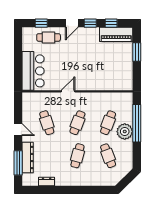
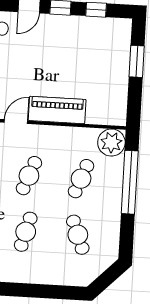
piano: (116, 34) -> (57, 110), moved, turned 180
plant: (125, 132) -> (111, 143), moved

